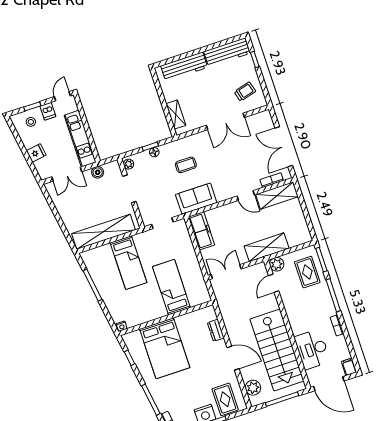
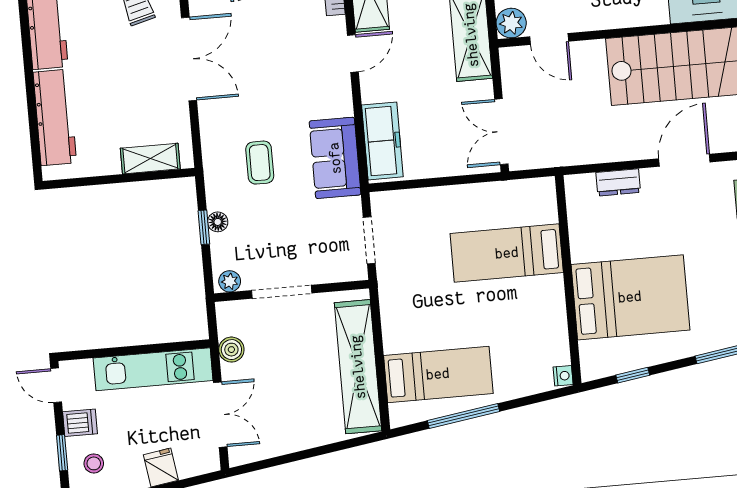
freezer: (201, 231) -> (382, 141), moved, turned 90
bed: (129, 263) -> (438, 374), moved

